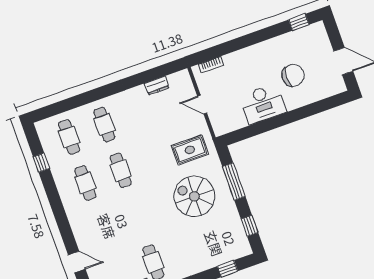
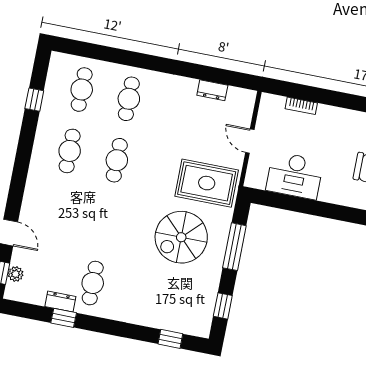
bookcase: (211, 65) -> (301, 106), moved
desk: (263, 104) -> (295, 176), moved
rug: (190, 150) -> (207, 183), width x1.36, depth x1.43
spiral stairs: (194, 196) -> (181, 237), turned -90

